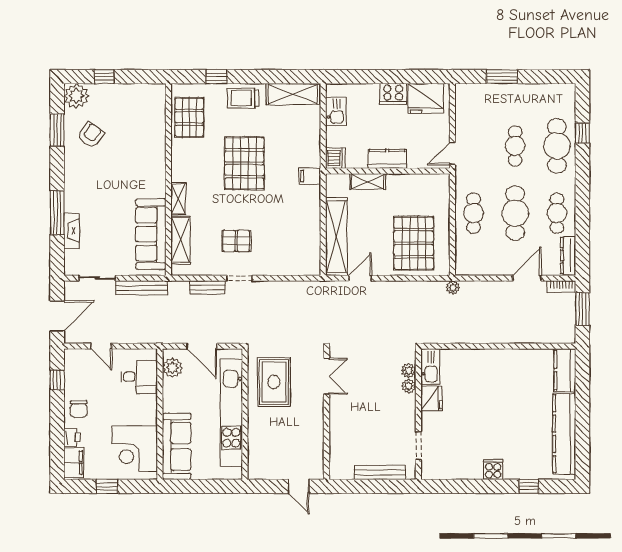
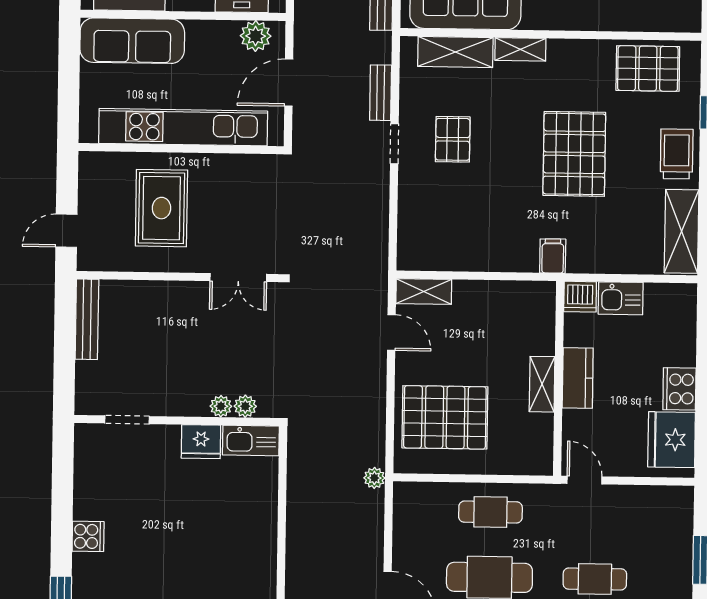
kitchen sink: (336, 111) -> (621, 298), moved
pallet: (244, 163) -> (574, 154), turned 90
shelving: (368, 182) -> (542, 384), moved
shelving: (336, 237) -> (424, 292), width x0.45, depth x0.75
rug: (274, 382) -> (161, 208), moved, turned 90
bench: (380, 472) -> (87, 319), moved

